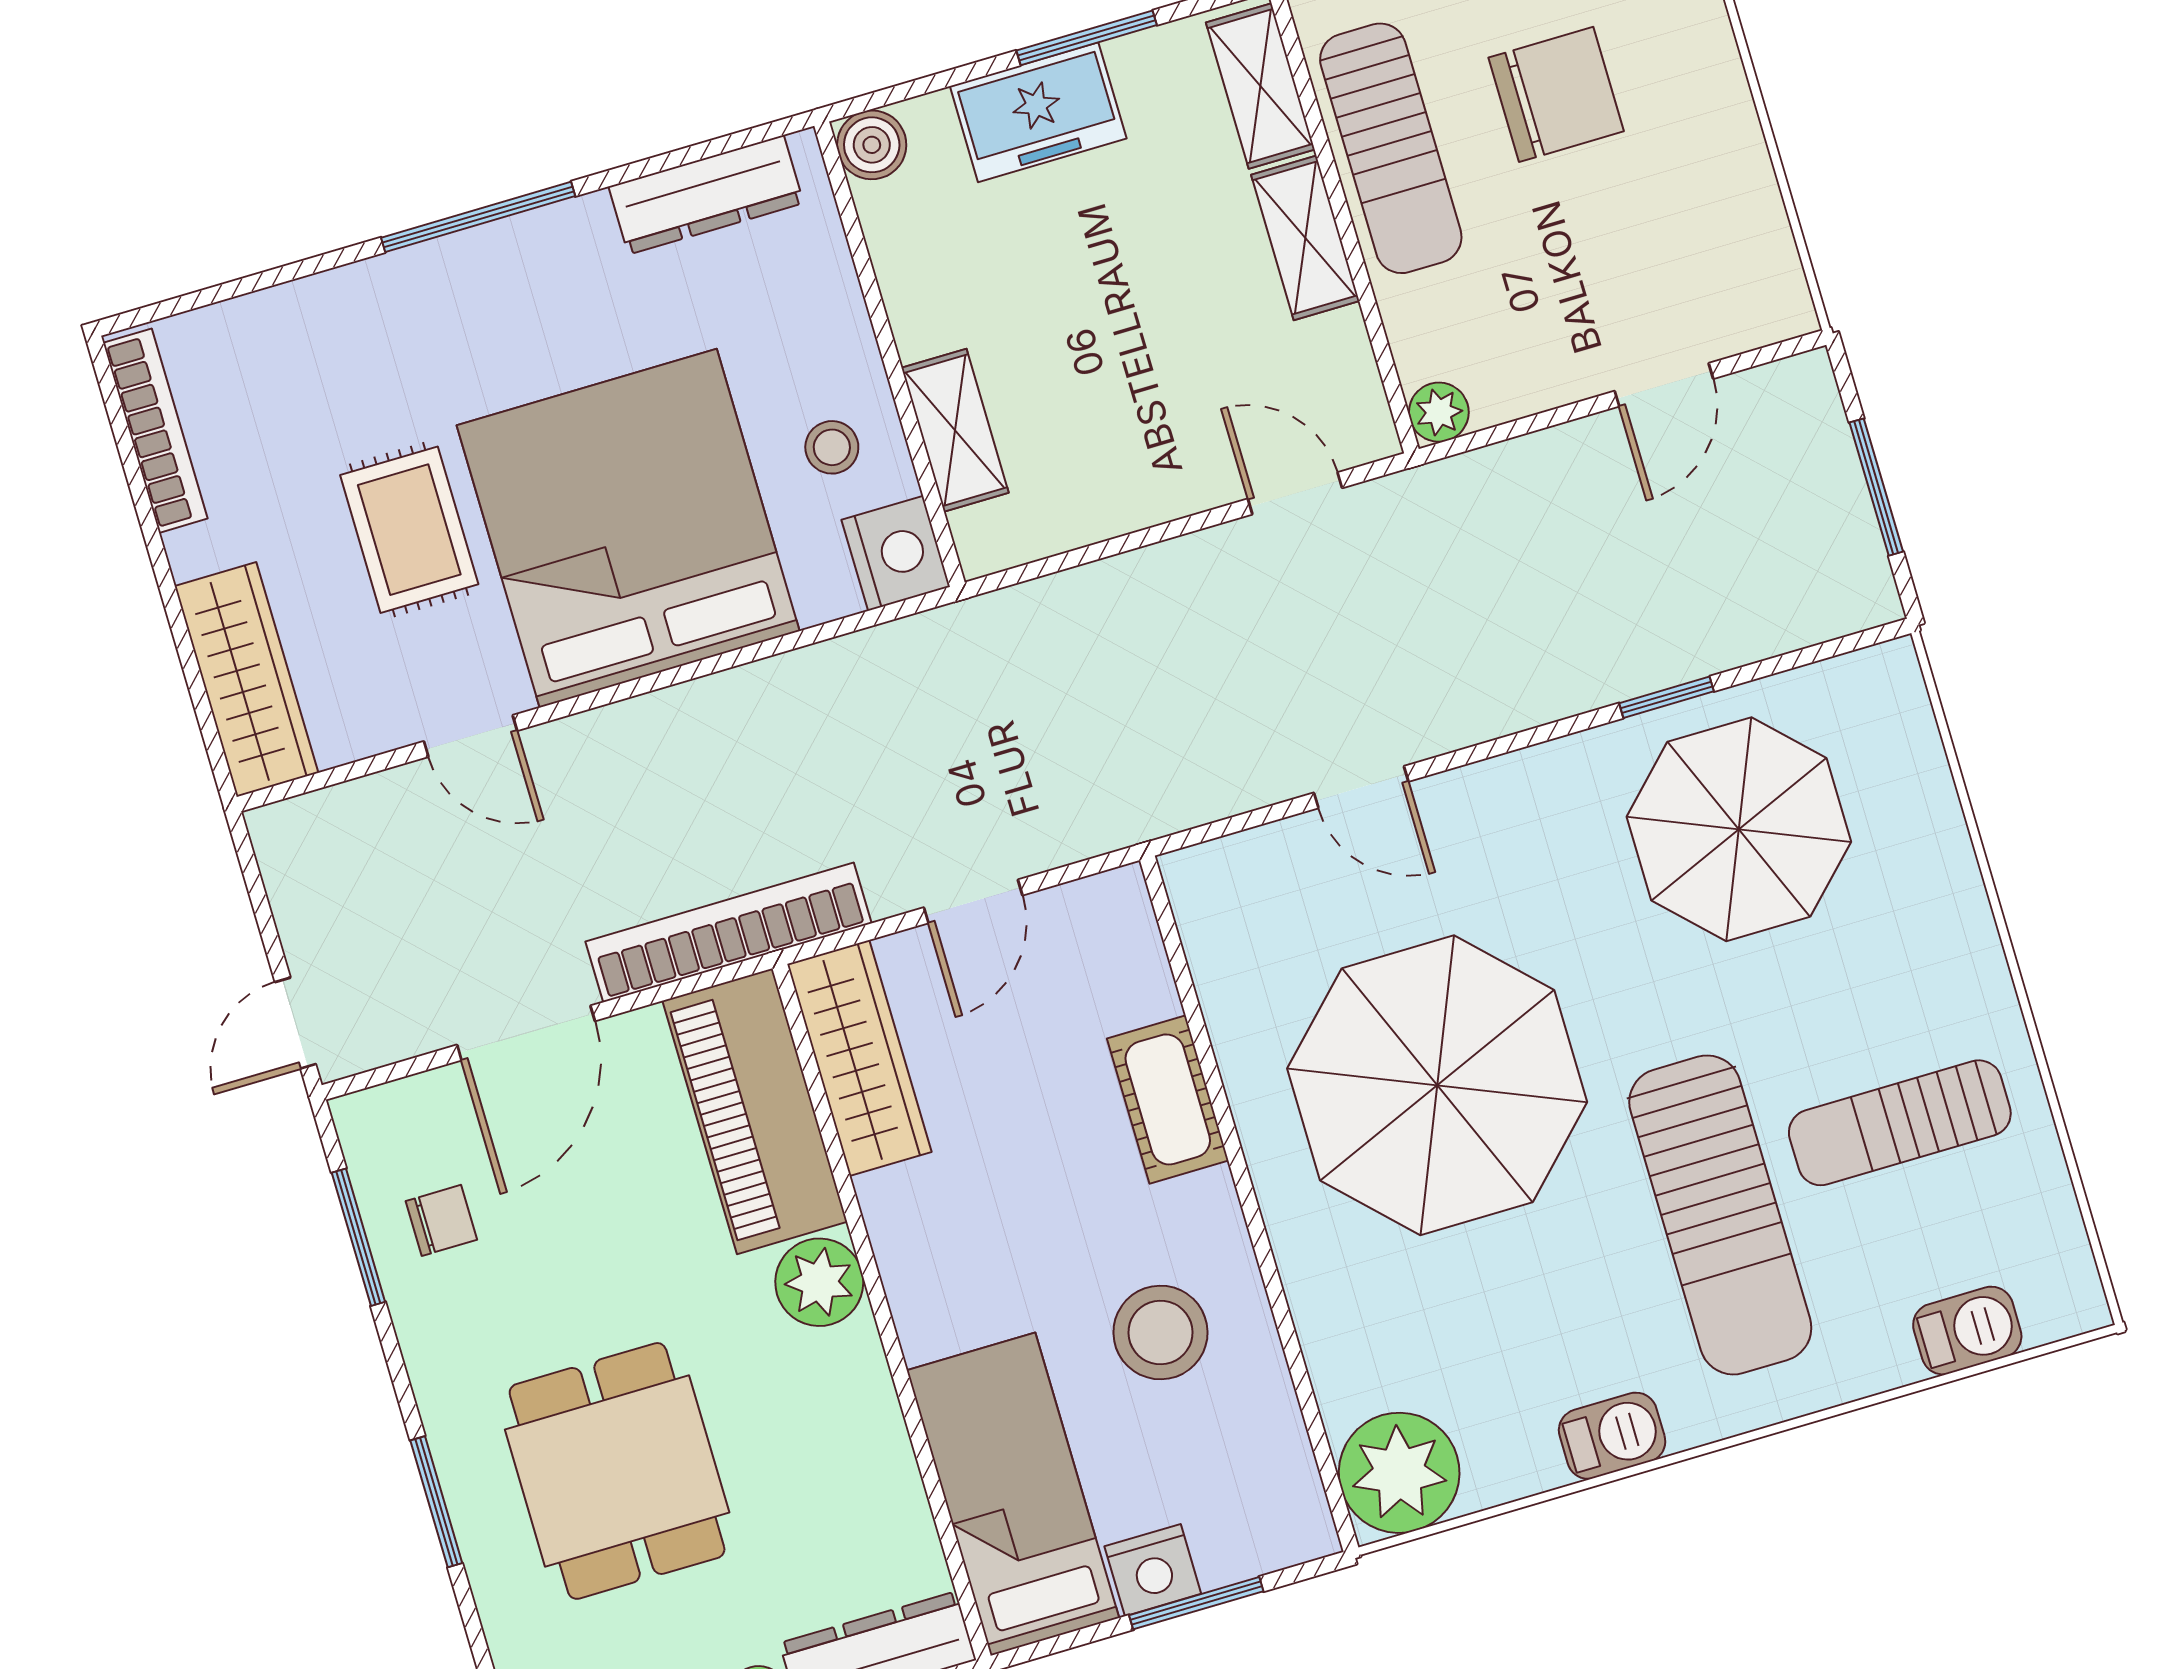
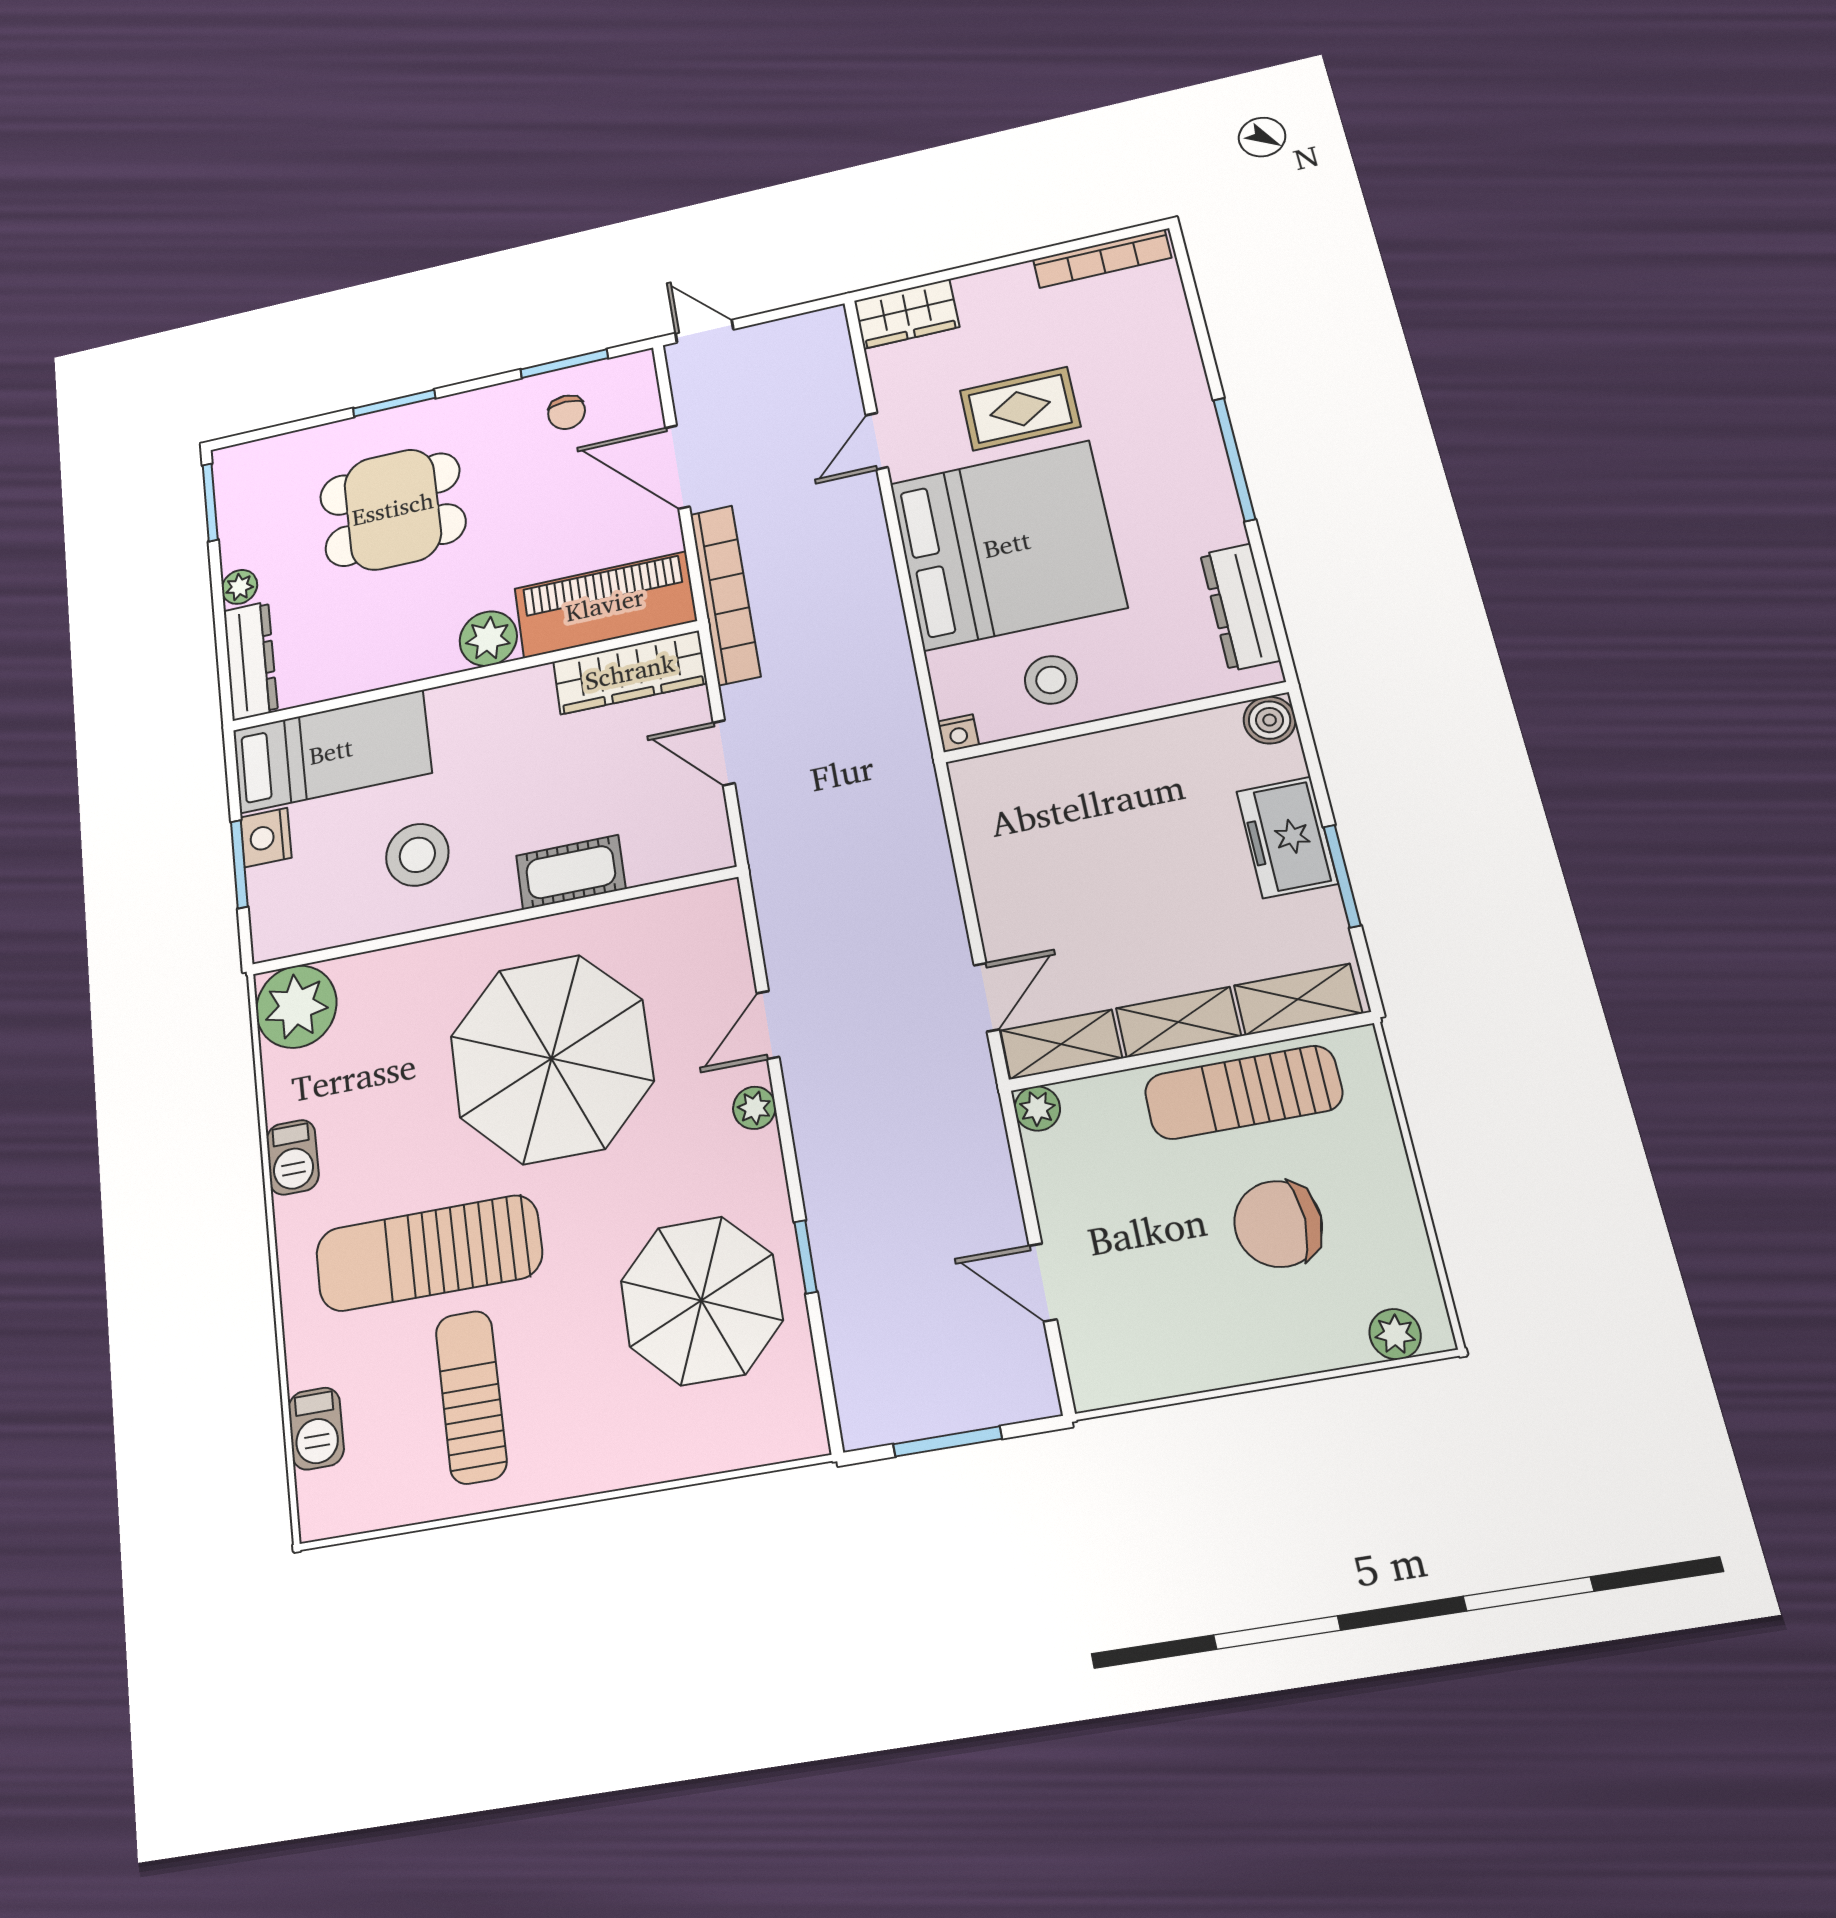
chair: (1556, 94) -> (1278, 1224), turned 90
shelving: (955, 430) -> (1061, 1044), moved
stool: (832, 447) -> (1051, 680), width x1.37, depth x1.37
nightstand: (896, 553) -> (958, 733), width x0.53, depth x0.56
wardrobe: (246, 679) -> (907, 314), width x0.67
plant: (1477, 791) -> (754, 1108), added

